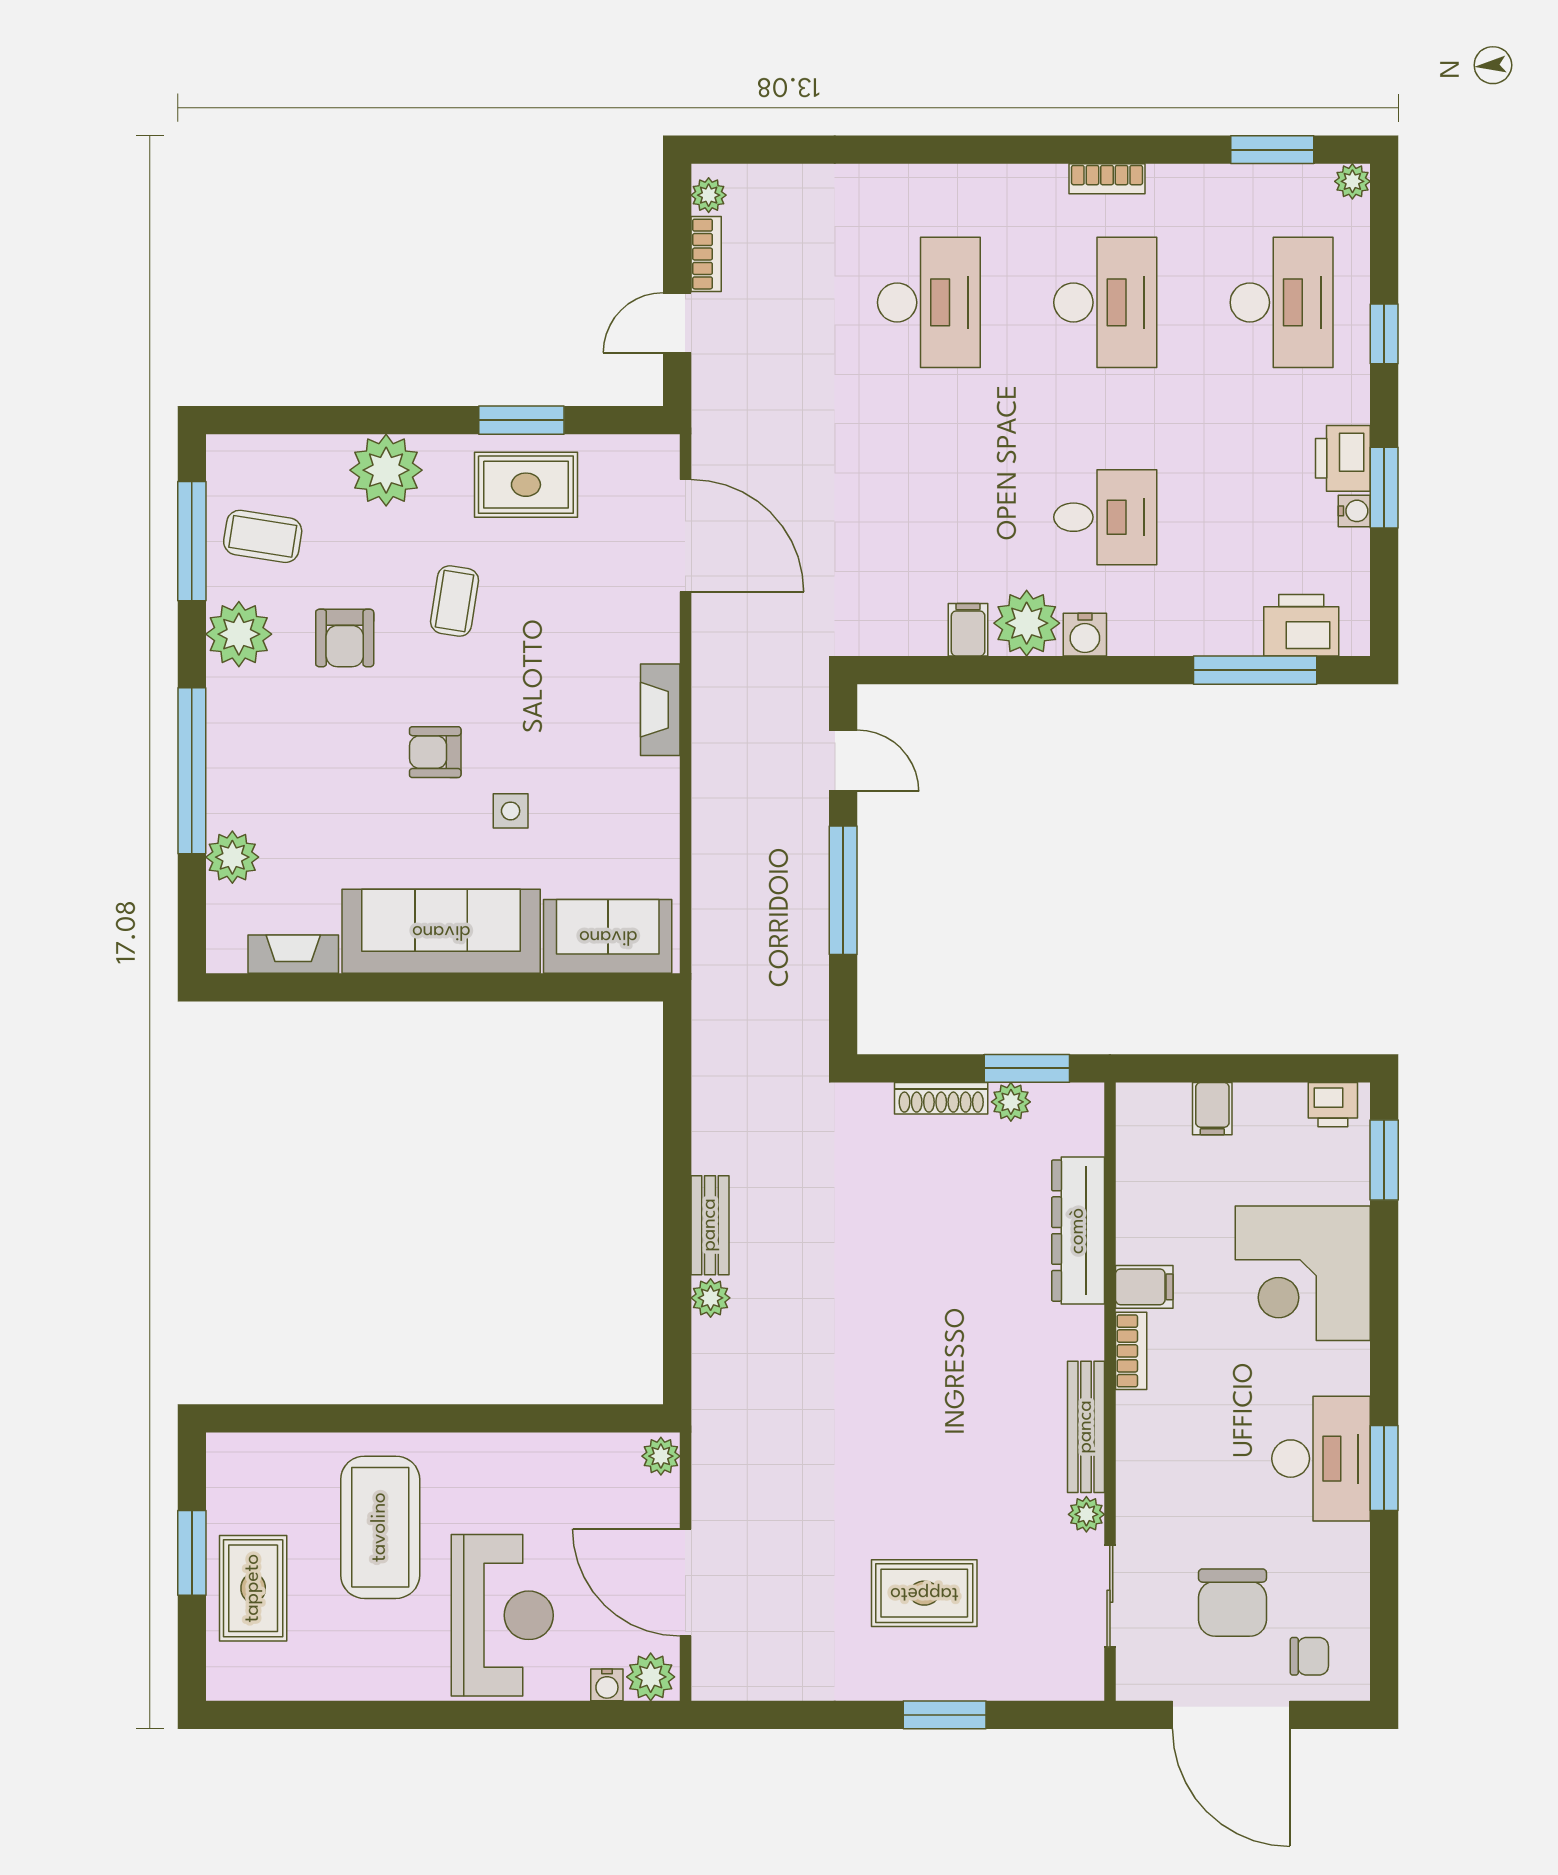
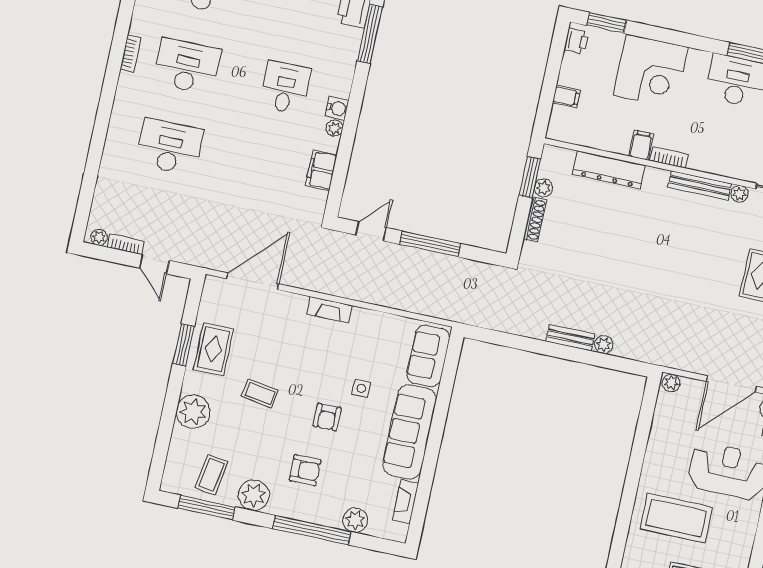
plant: (1027, 623) -> (335, 128), width x0.53, depth x0.53
filing cabinet: (968, 630) -> (321, 170), width x2.00
armchair: (345, 638) -> (305, 470), moved

